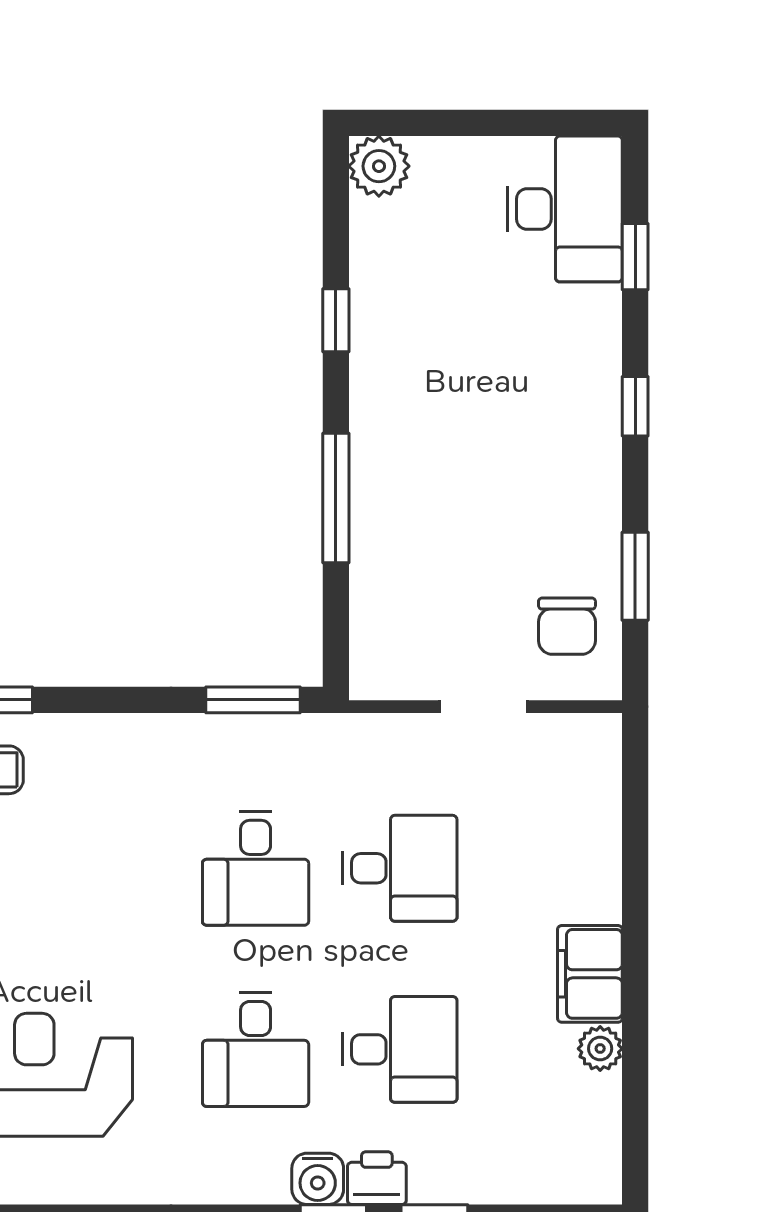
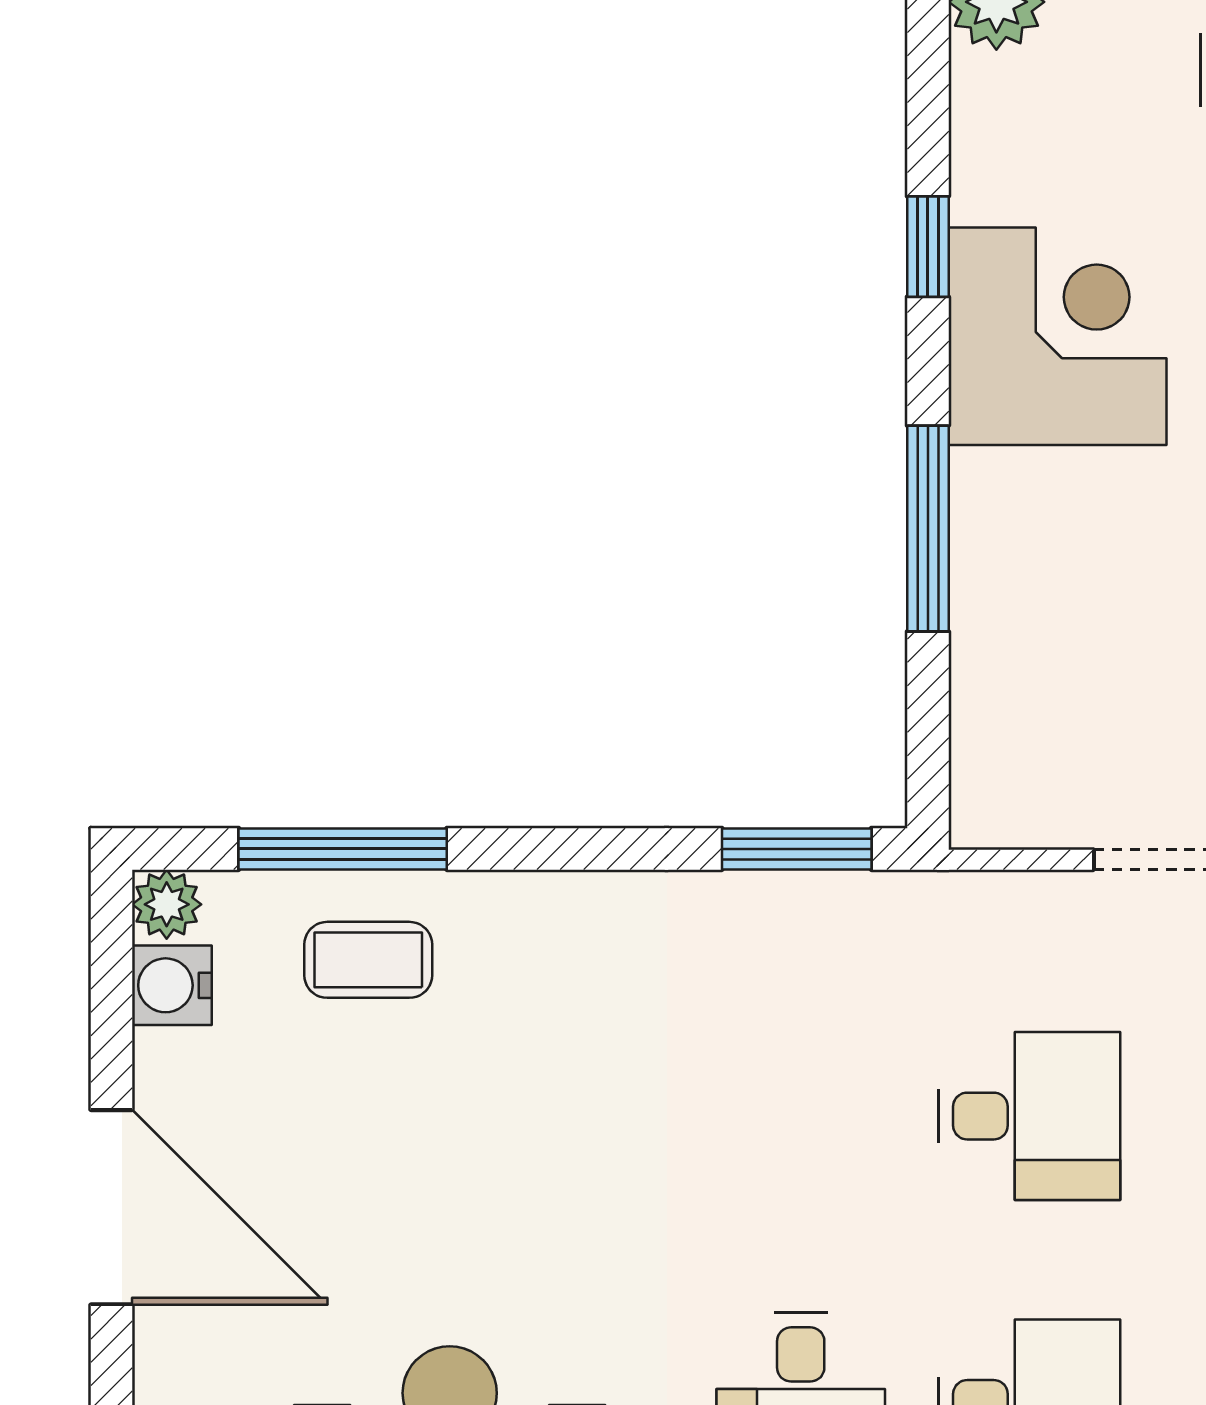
corner desk: (417, 377) -> (1057, 336), added
desk: (256, 868) -> (801, 1116), removed

